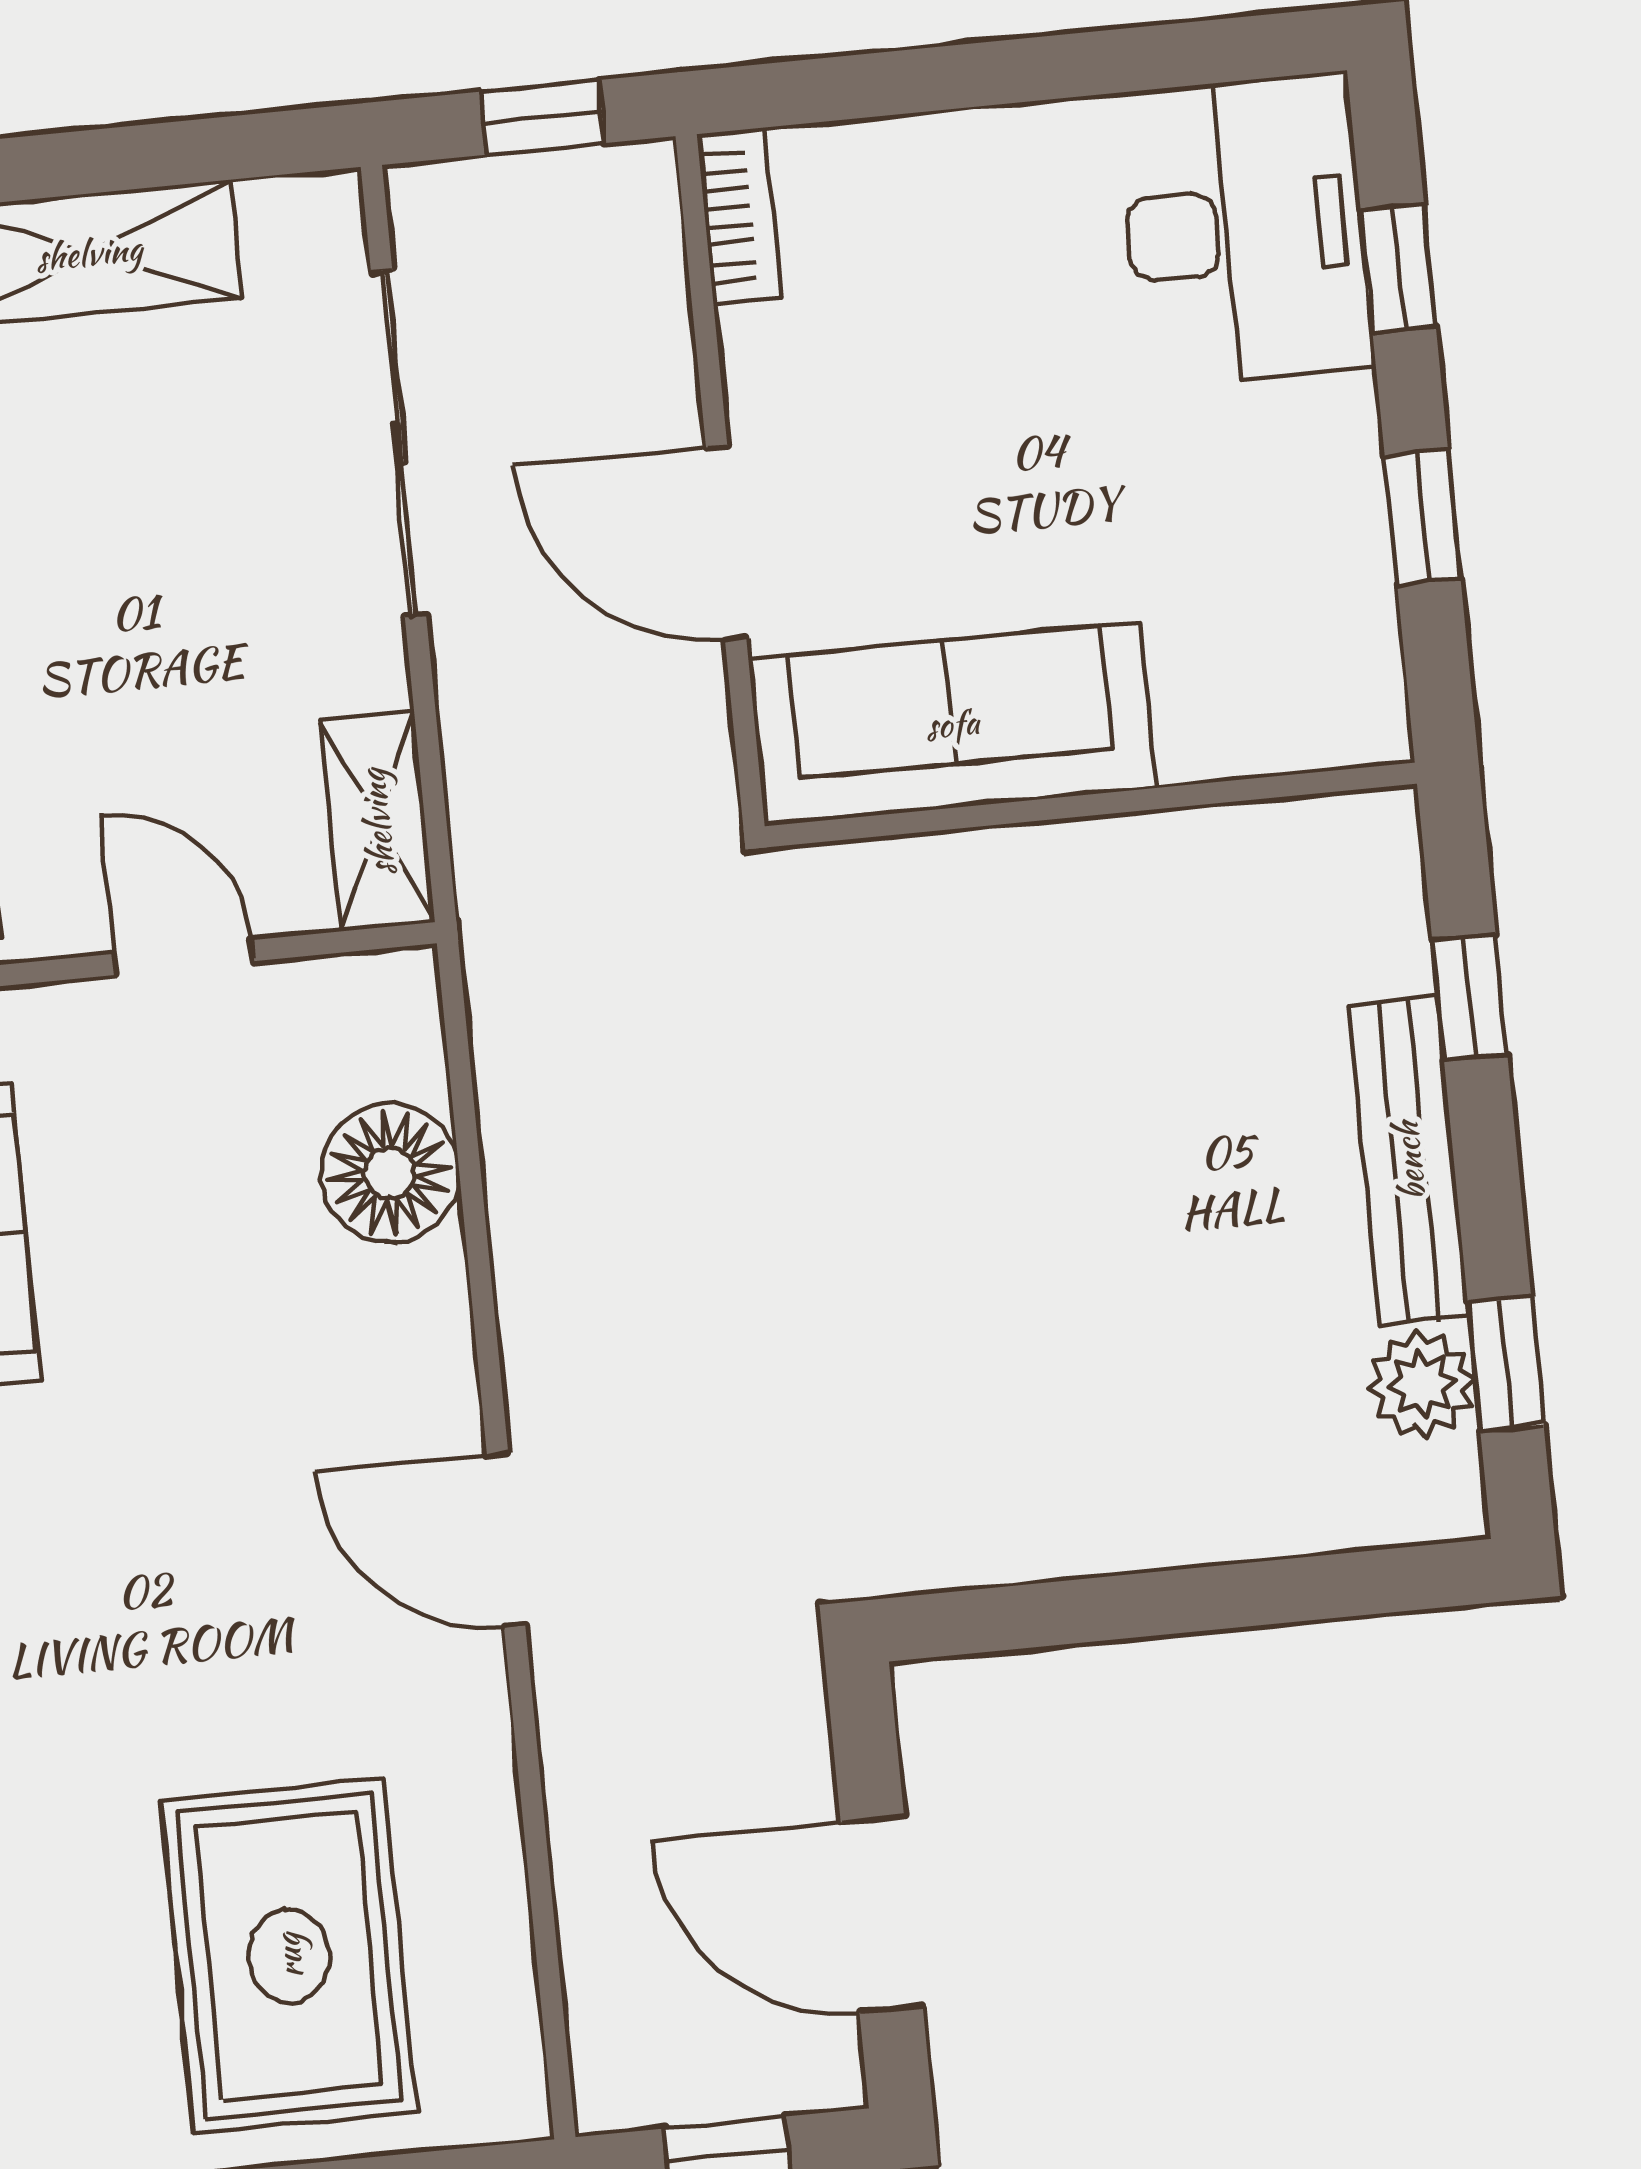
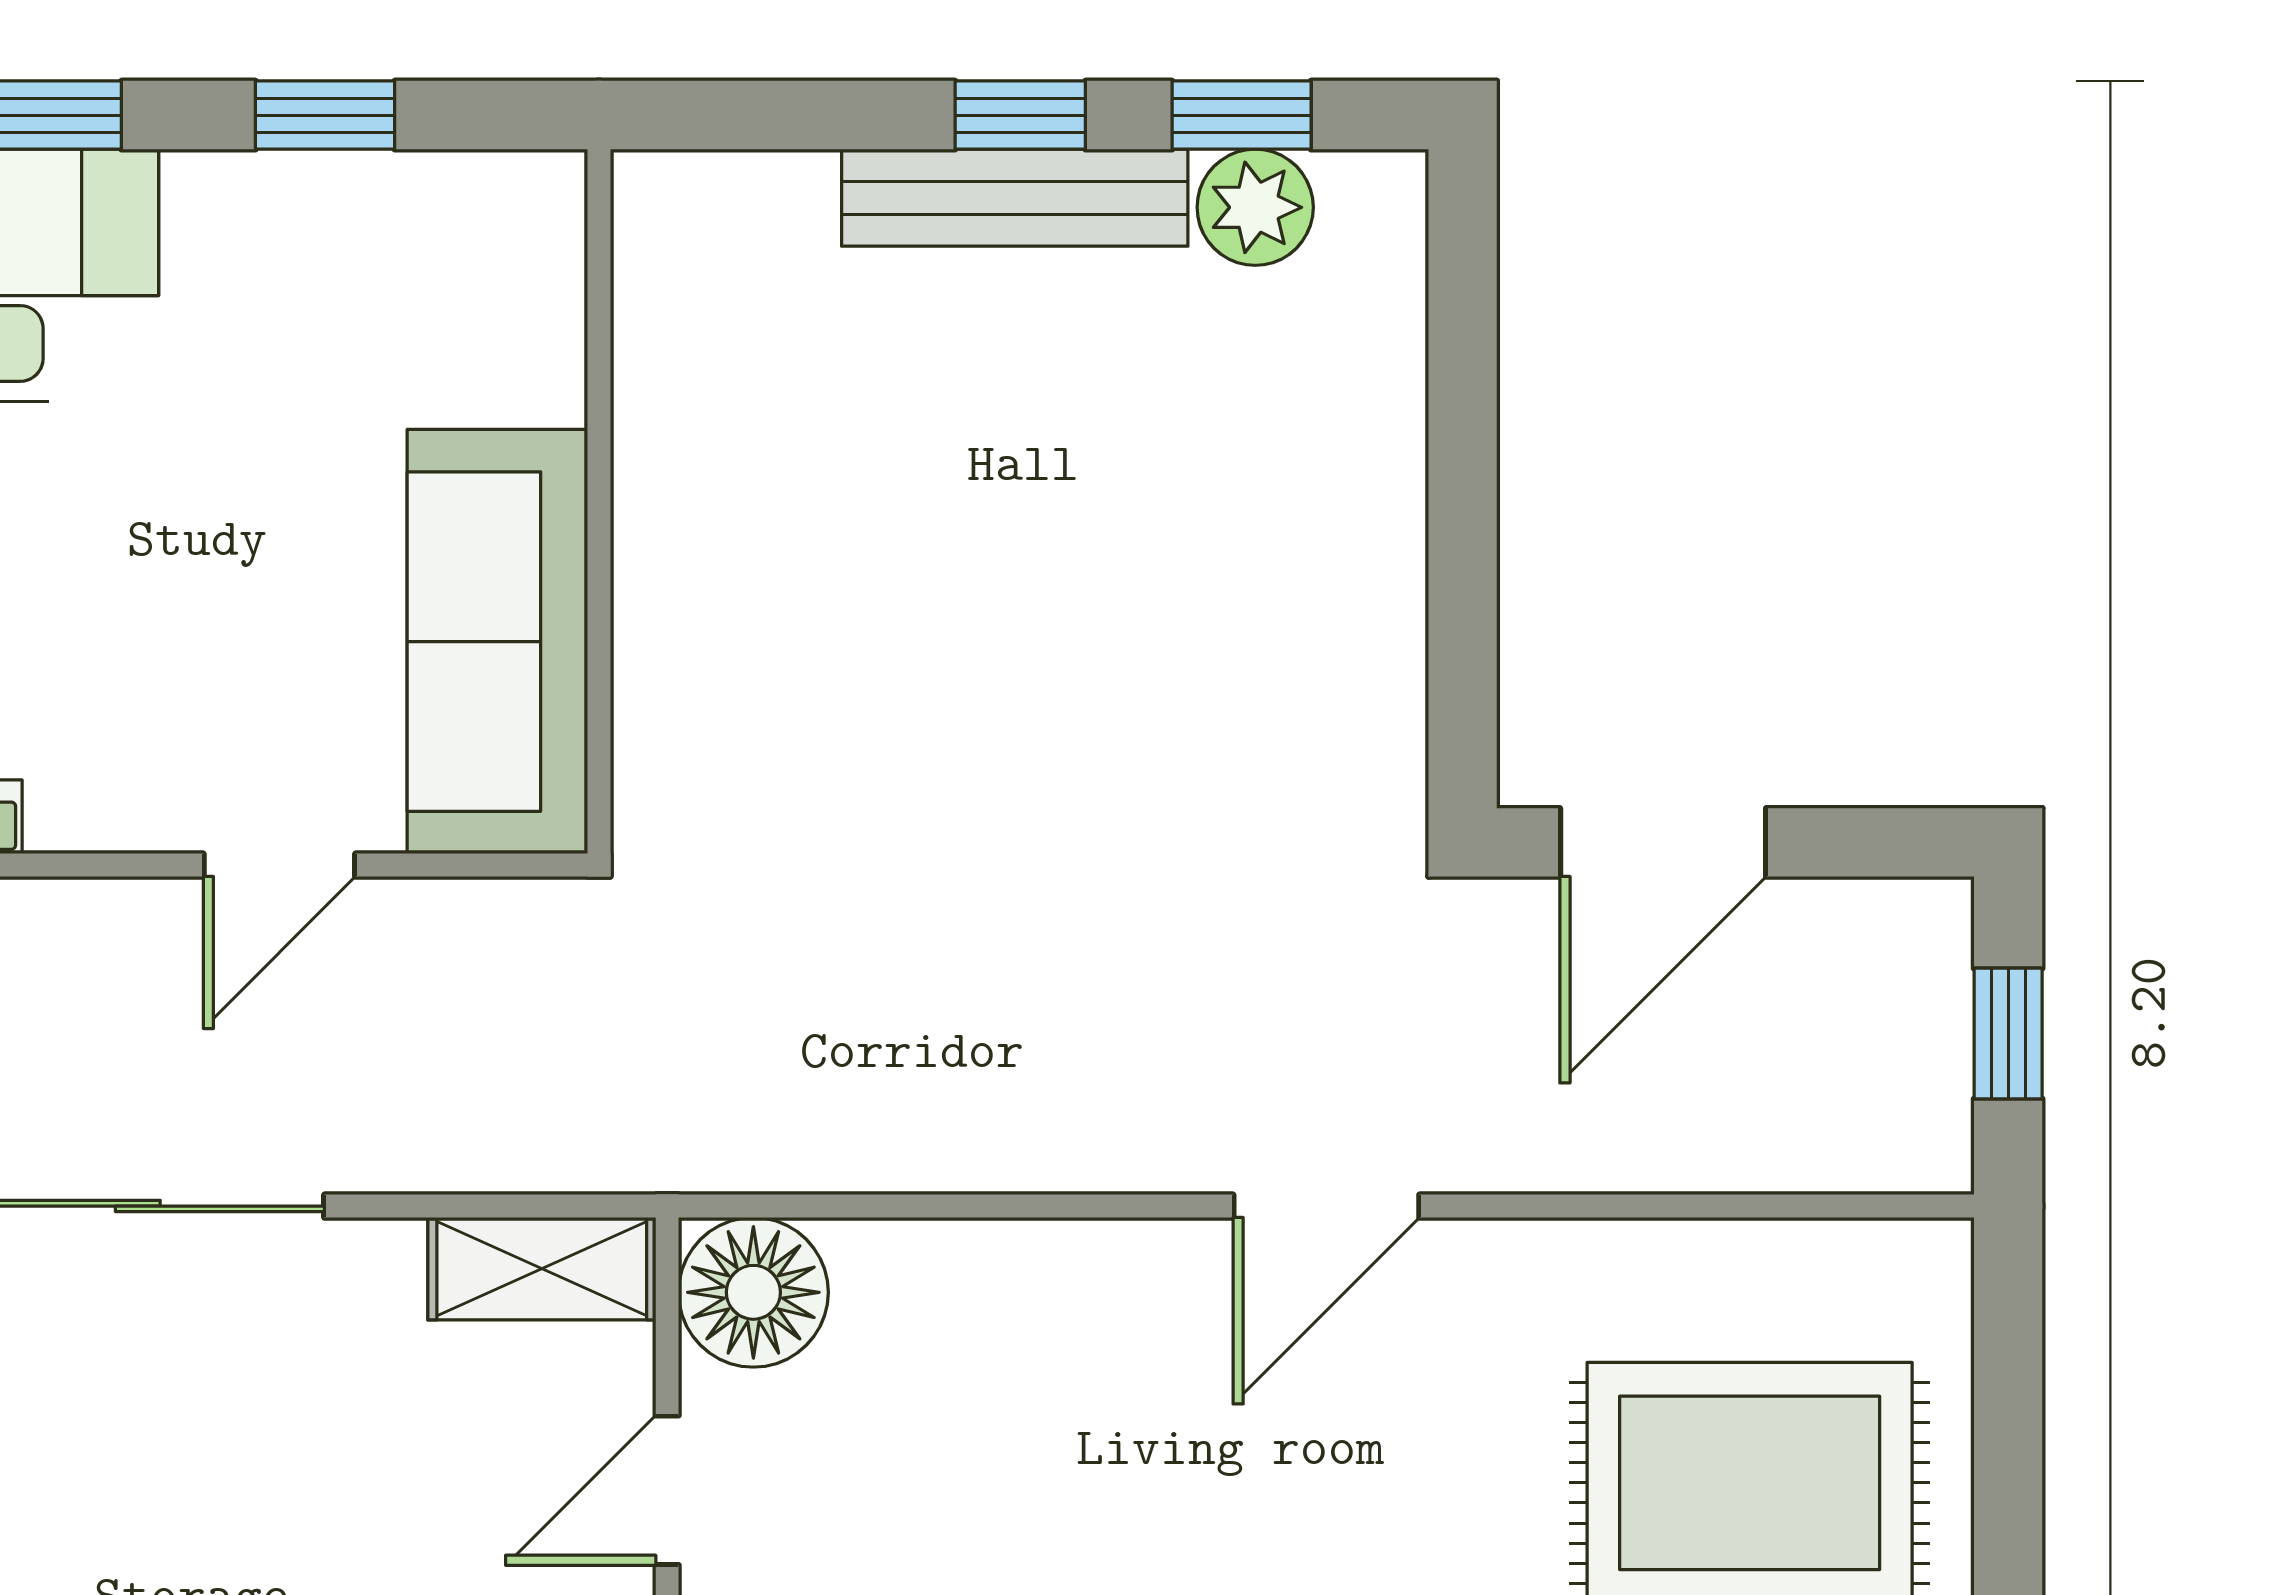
door: (726, 543) -> (279, 865), width x0.73
window: (1470, 997) -> (1020, 115), moved
floor lamp: (390, 1173) -> (753, 1292), moved
door: (882, 1915) -> (1663, 842), moved

